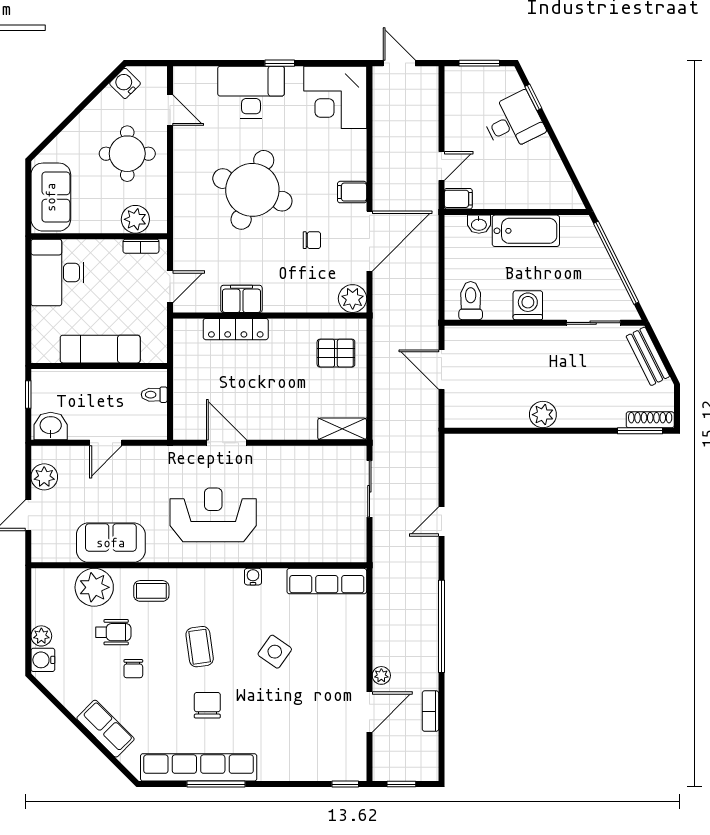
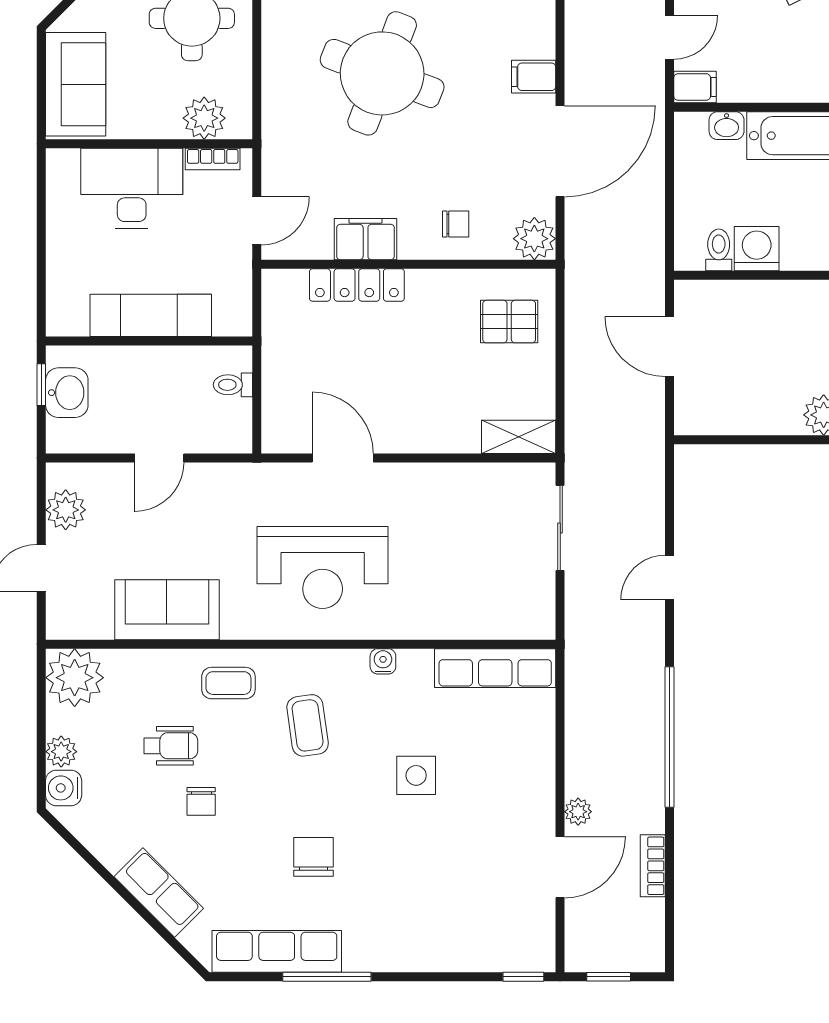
chair: (312, 240) -> (456, 224), moved
desk: (57, 272) -> (132, 188), moved, turned 90
toilet: (471, 301) -> (719, 250), width x0.73, depth x0.72
washing machine: (528, 305) -> (757, 249), moved
washbasin: (51, 426) -> (67, 393), moved, turned 90
reception desk: (213, 515) -> (323, 568), turned 180
plant: (94, 587) -> (75, 678), moved
coffee table: (200, 647) -> (308, 725), moved
side table: (275, 652) -> (416, 775), turned -35
row of seats: (199, 767) -> (277, 951), width x0.73

